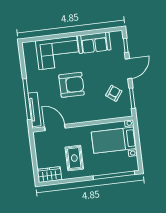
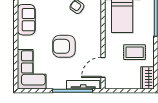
corner sofa: (58, 53) -> (32, 69), moved
armchair: (72, 85) -> (64, 46), turned -90

